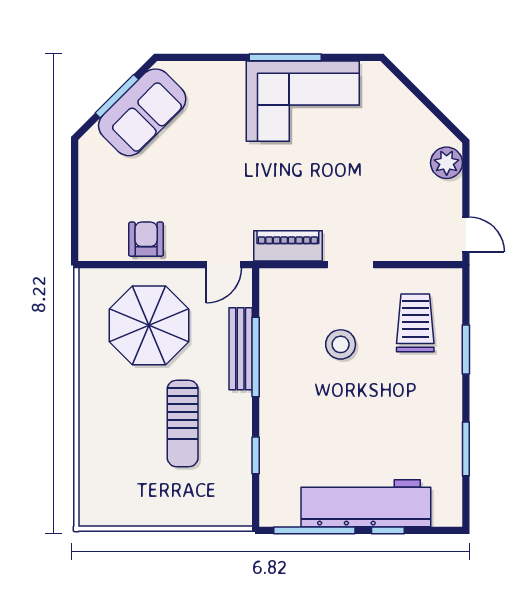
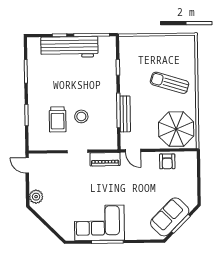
door: (224, 265) -> (133, 151), swing flipped
trolley: (415, 323) -> (58, 119), moved
parasol: (149, 325) -> (176, 129), moved
sun lounger: (183, 423) -> (170, 83), moved, turned -73

